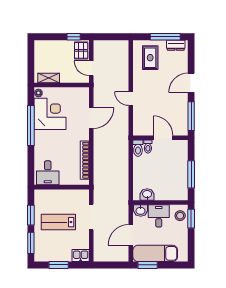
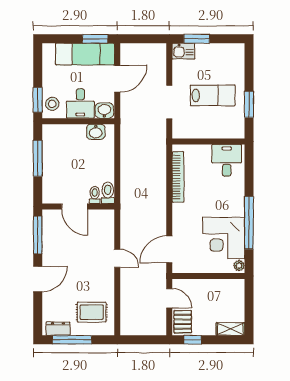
rug: (150, 58) -> (92, 312), turned 90
shelving: (49, 78) -> (230, 329), moved
door: (91, 118) -> (169, 249), moved
window: (31, 243) -> (249, 68), removed
window: (59, 265) -> (197, 39), moved

